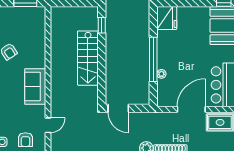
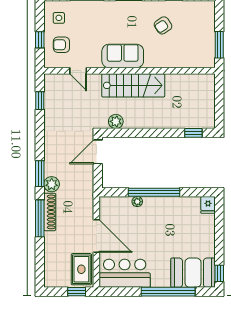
fridge: (167, 18) -> (208, 205), width x0.53, depth x0.75
stairs: (88, 58) -> (133, 85), moved, turned 180
plant: (92, 93) -> (116, 121), added

